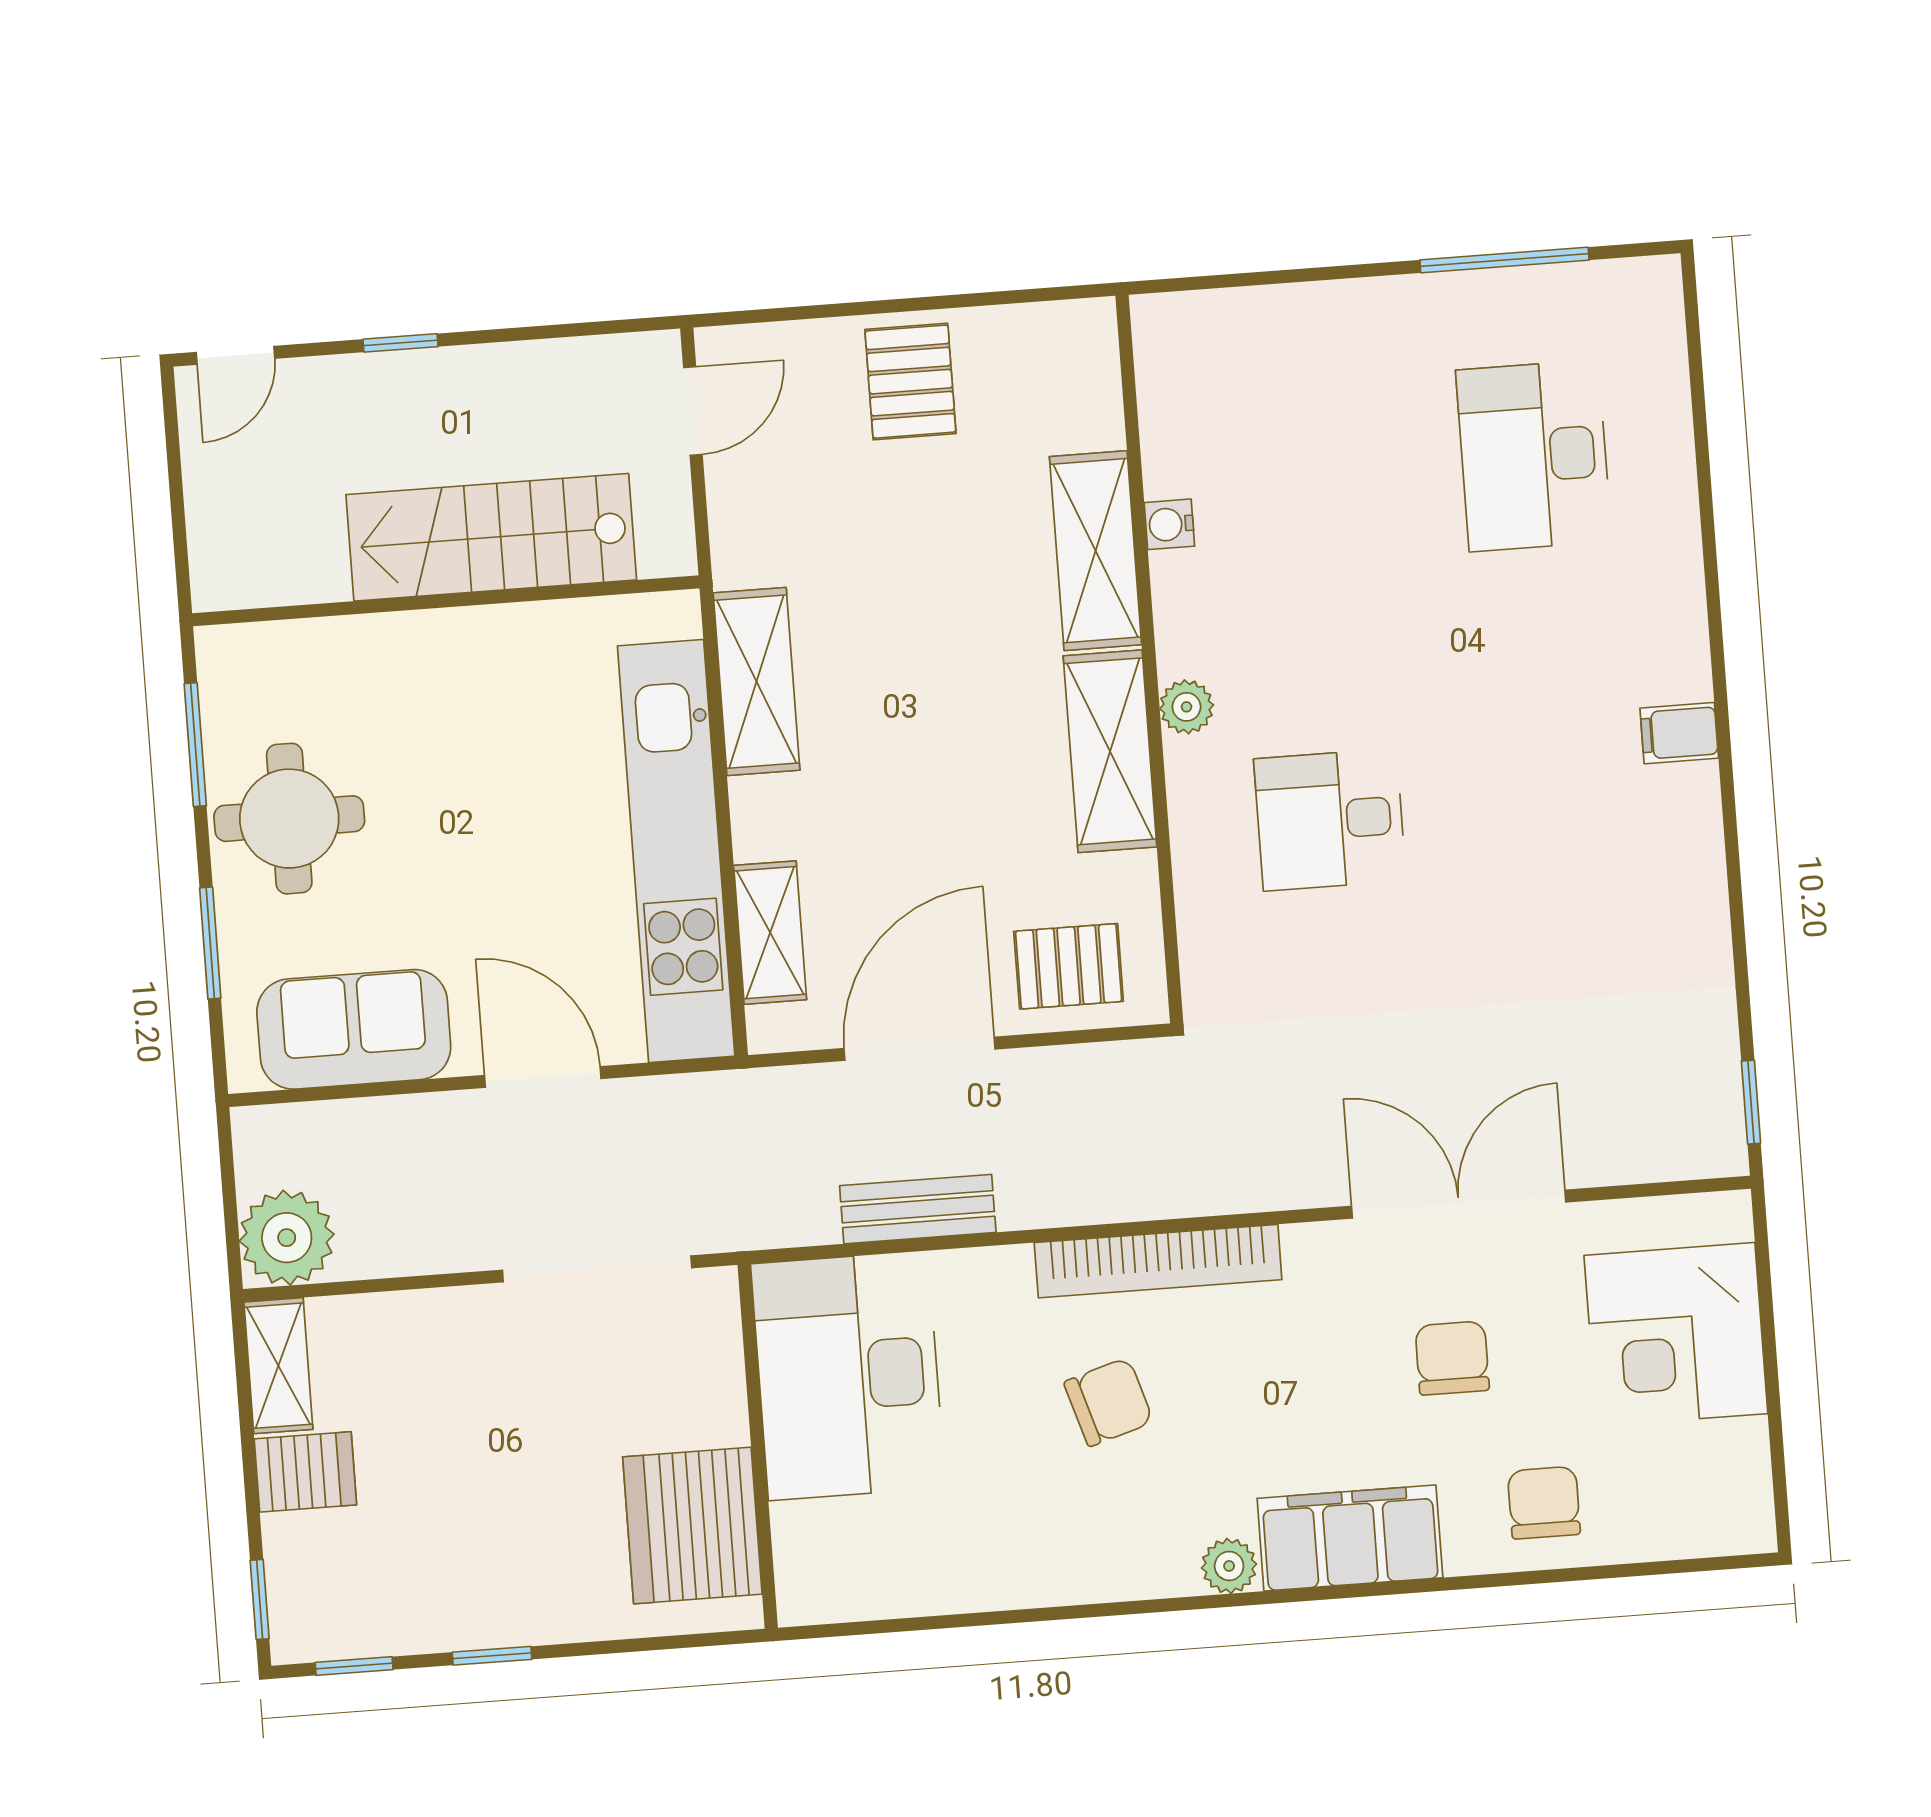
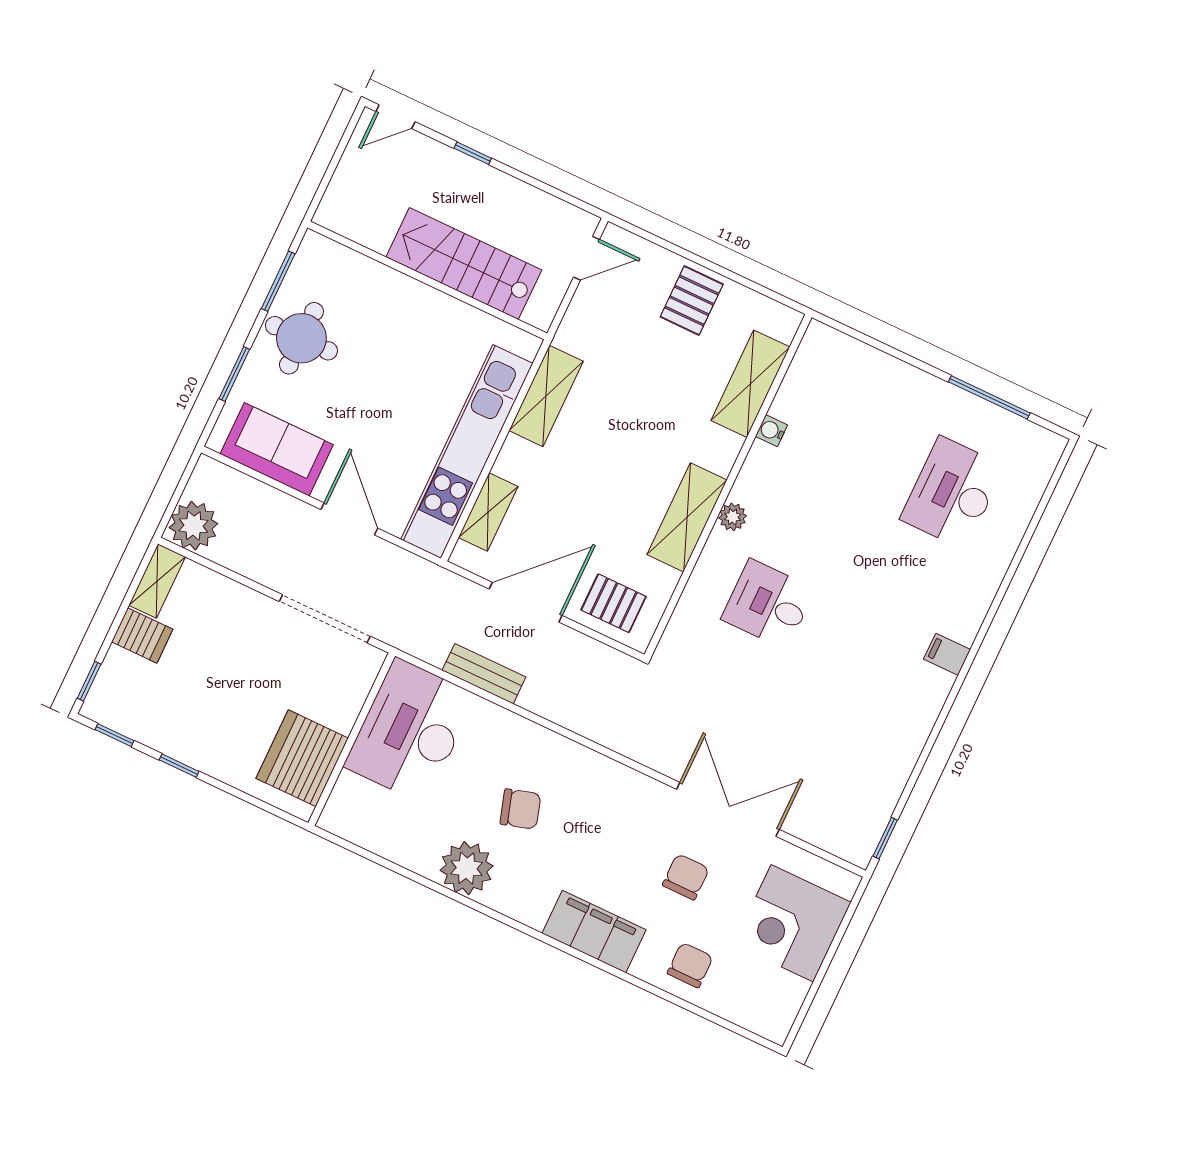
shelving: (1096, 551) -> (750, 384), moved
bookcase: (1158, 1261) -> (579, 758), removed
plant: (1229, 1566) -> (467, 868), moved, width x1.88, depth x1.88

